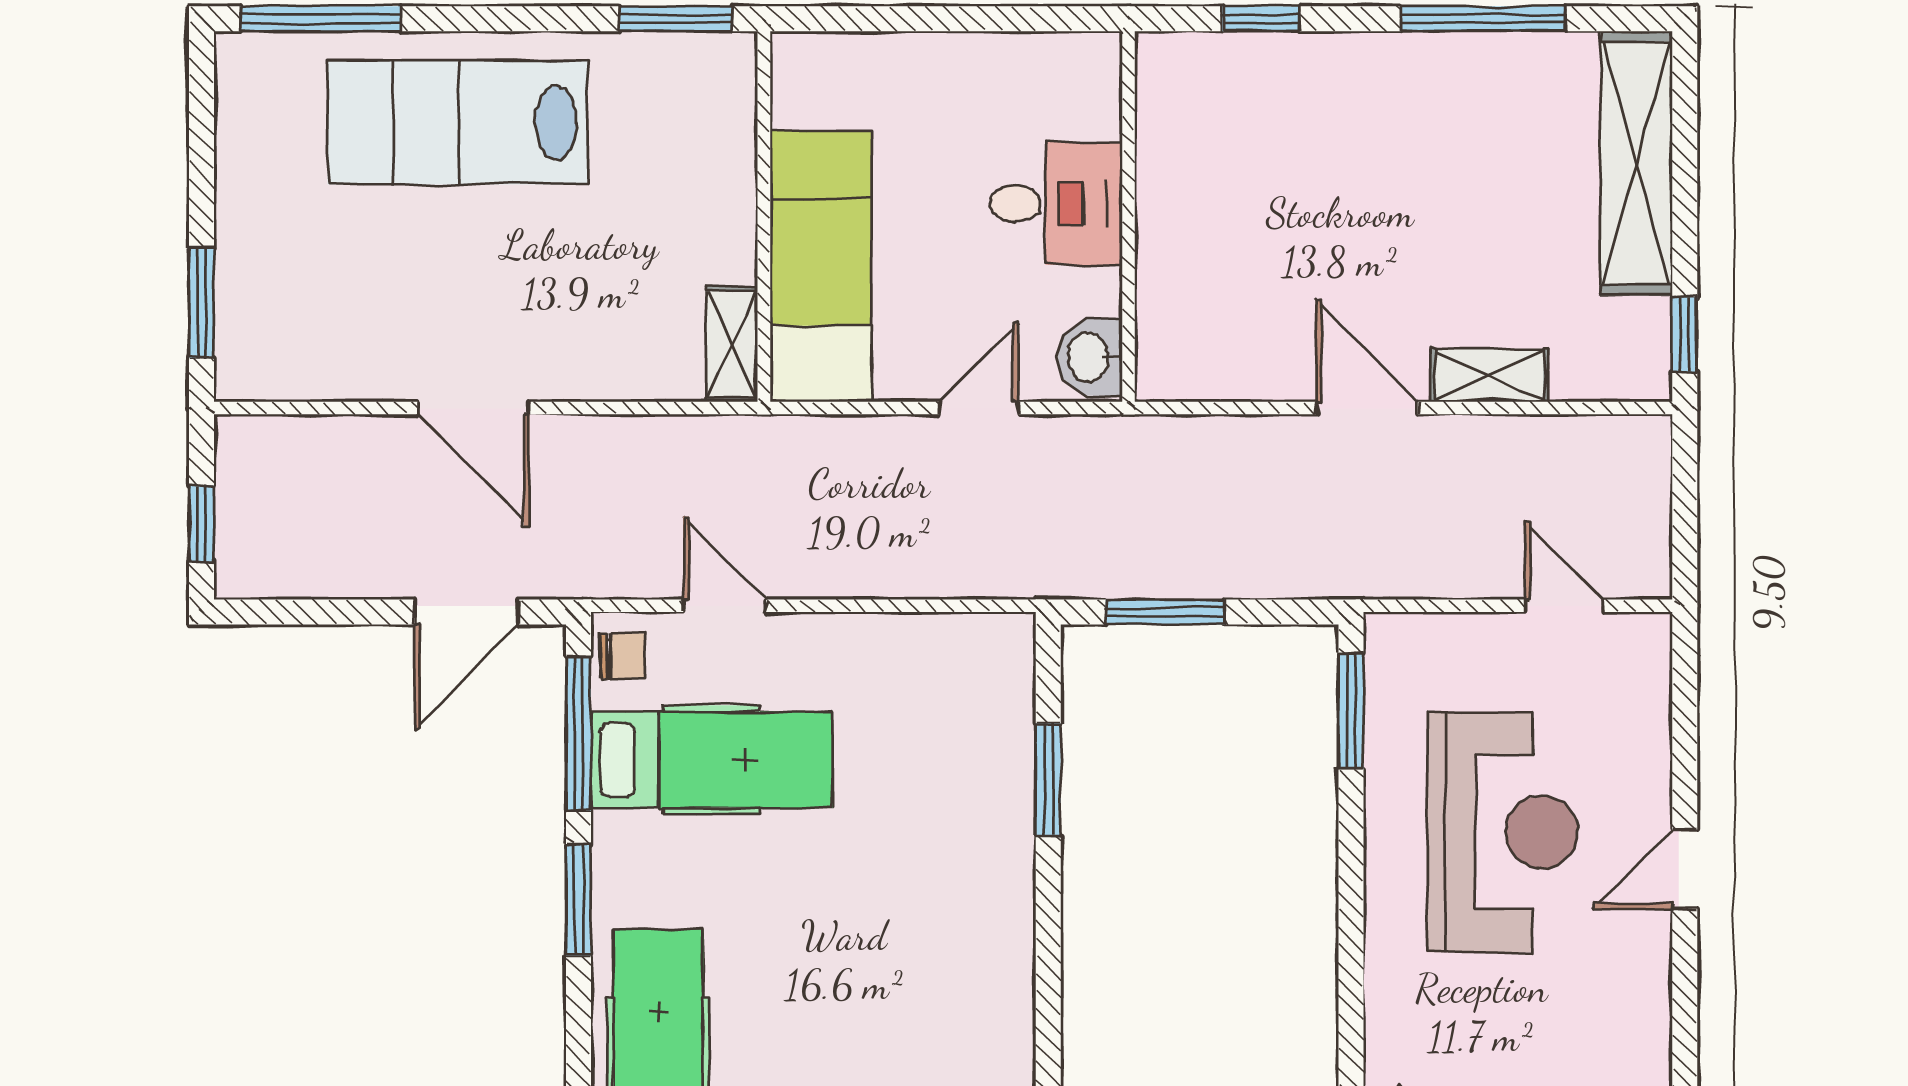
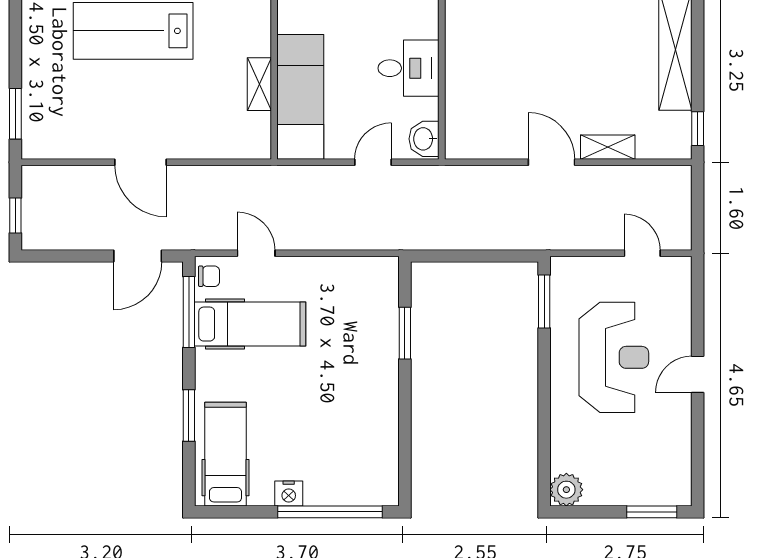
shelving: (732, 344) -> (259, 84), moved
window: (1165, 612) -> (459, 256), removed
window: (578, 900) -> (189, 415), moved

